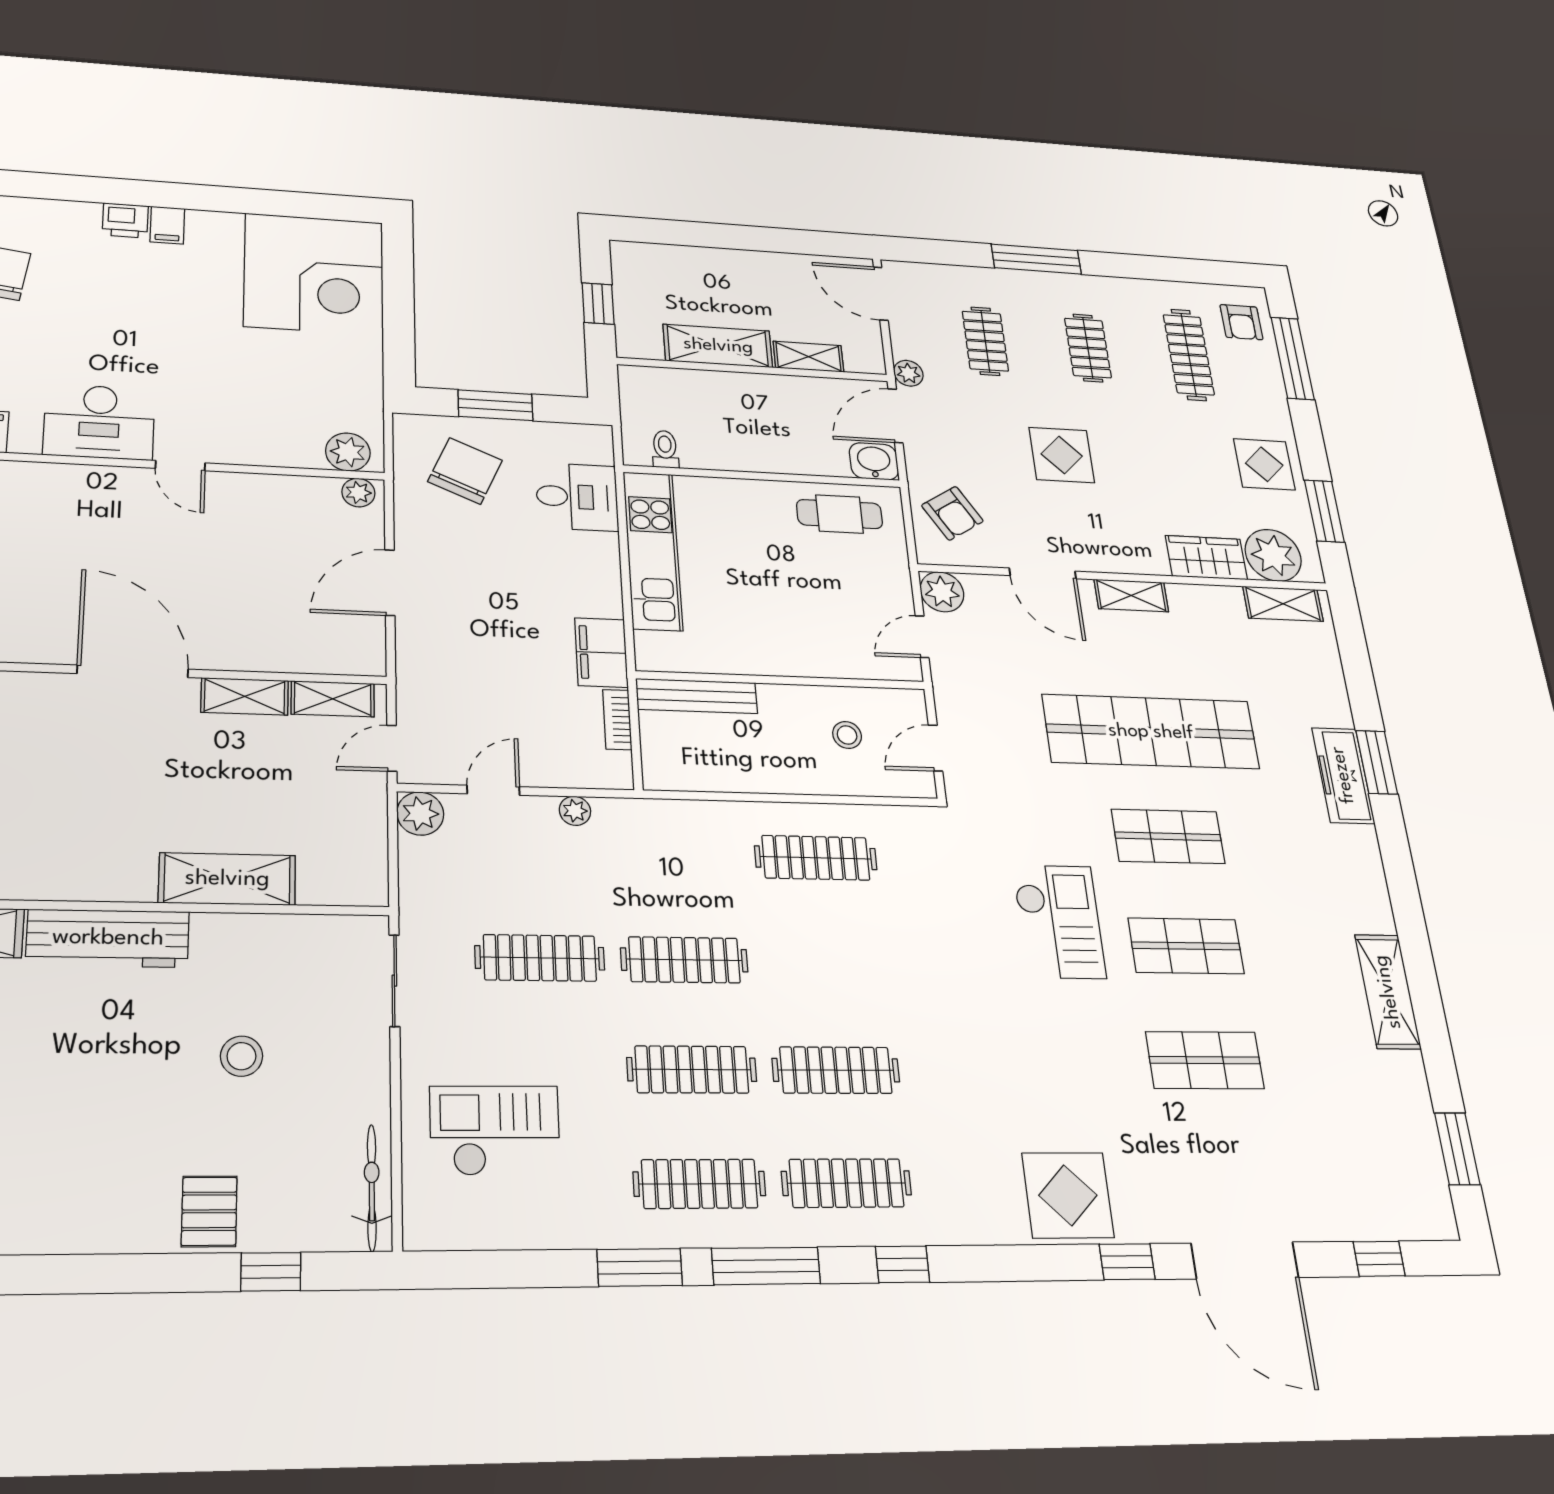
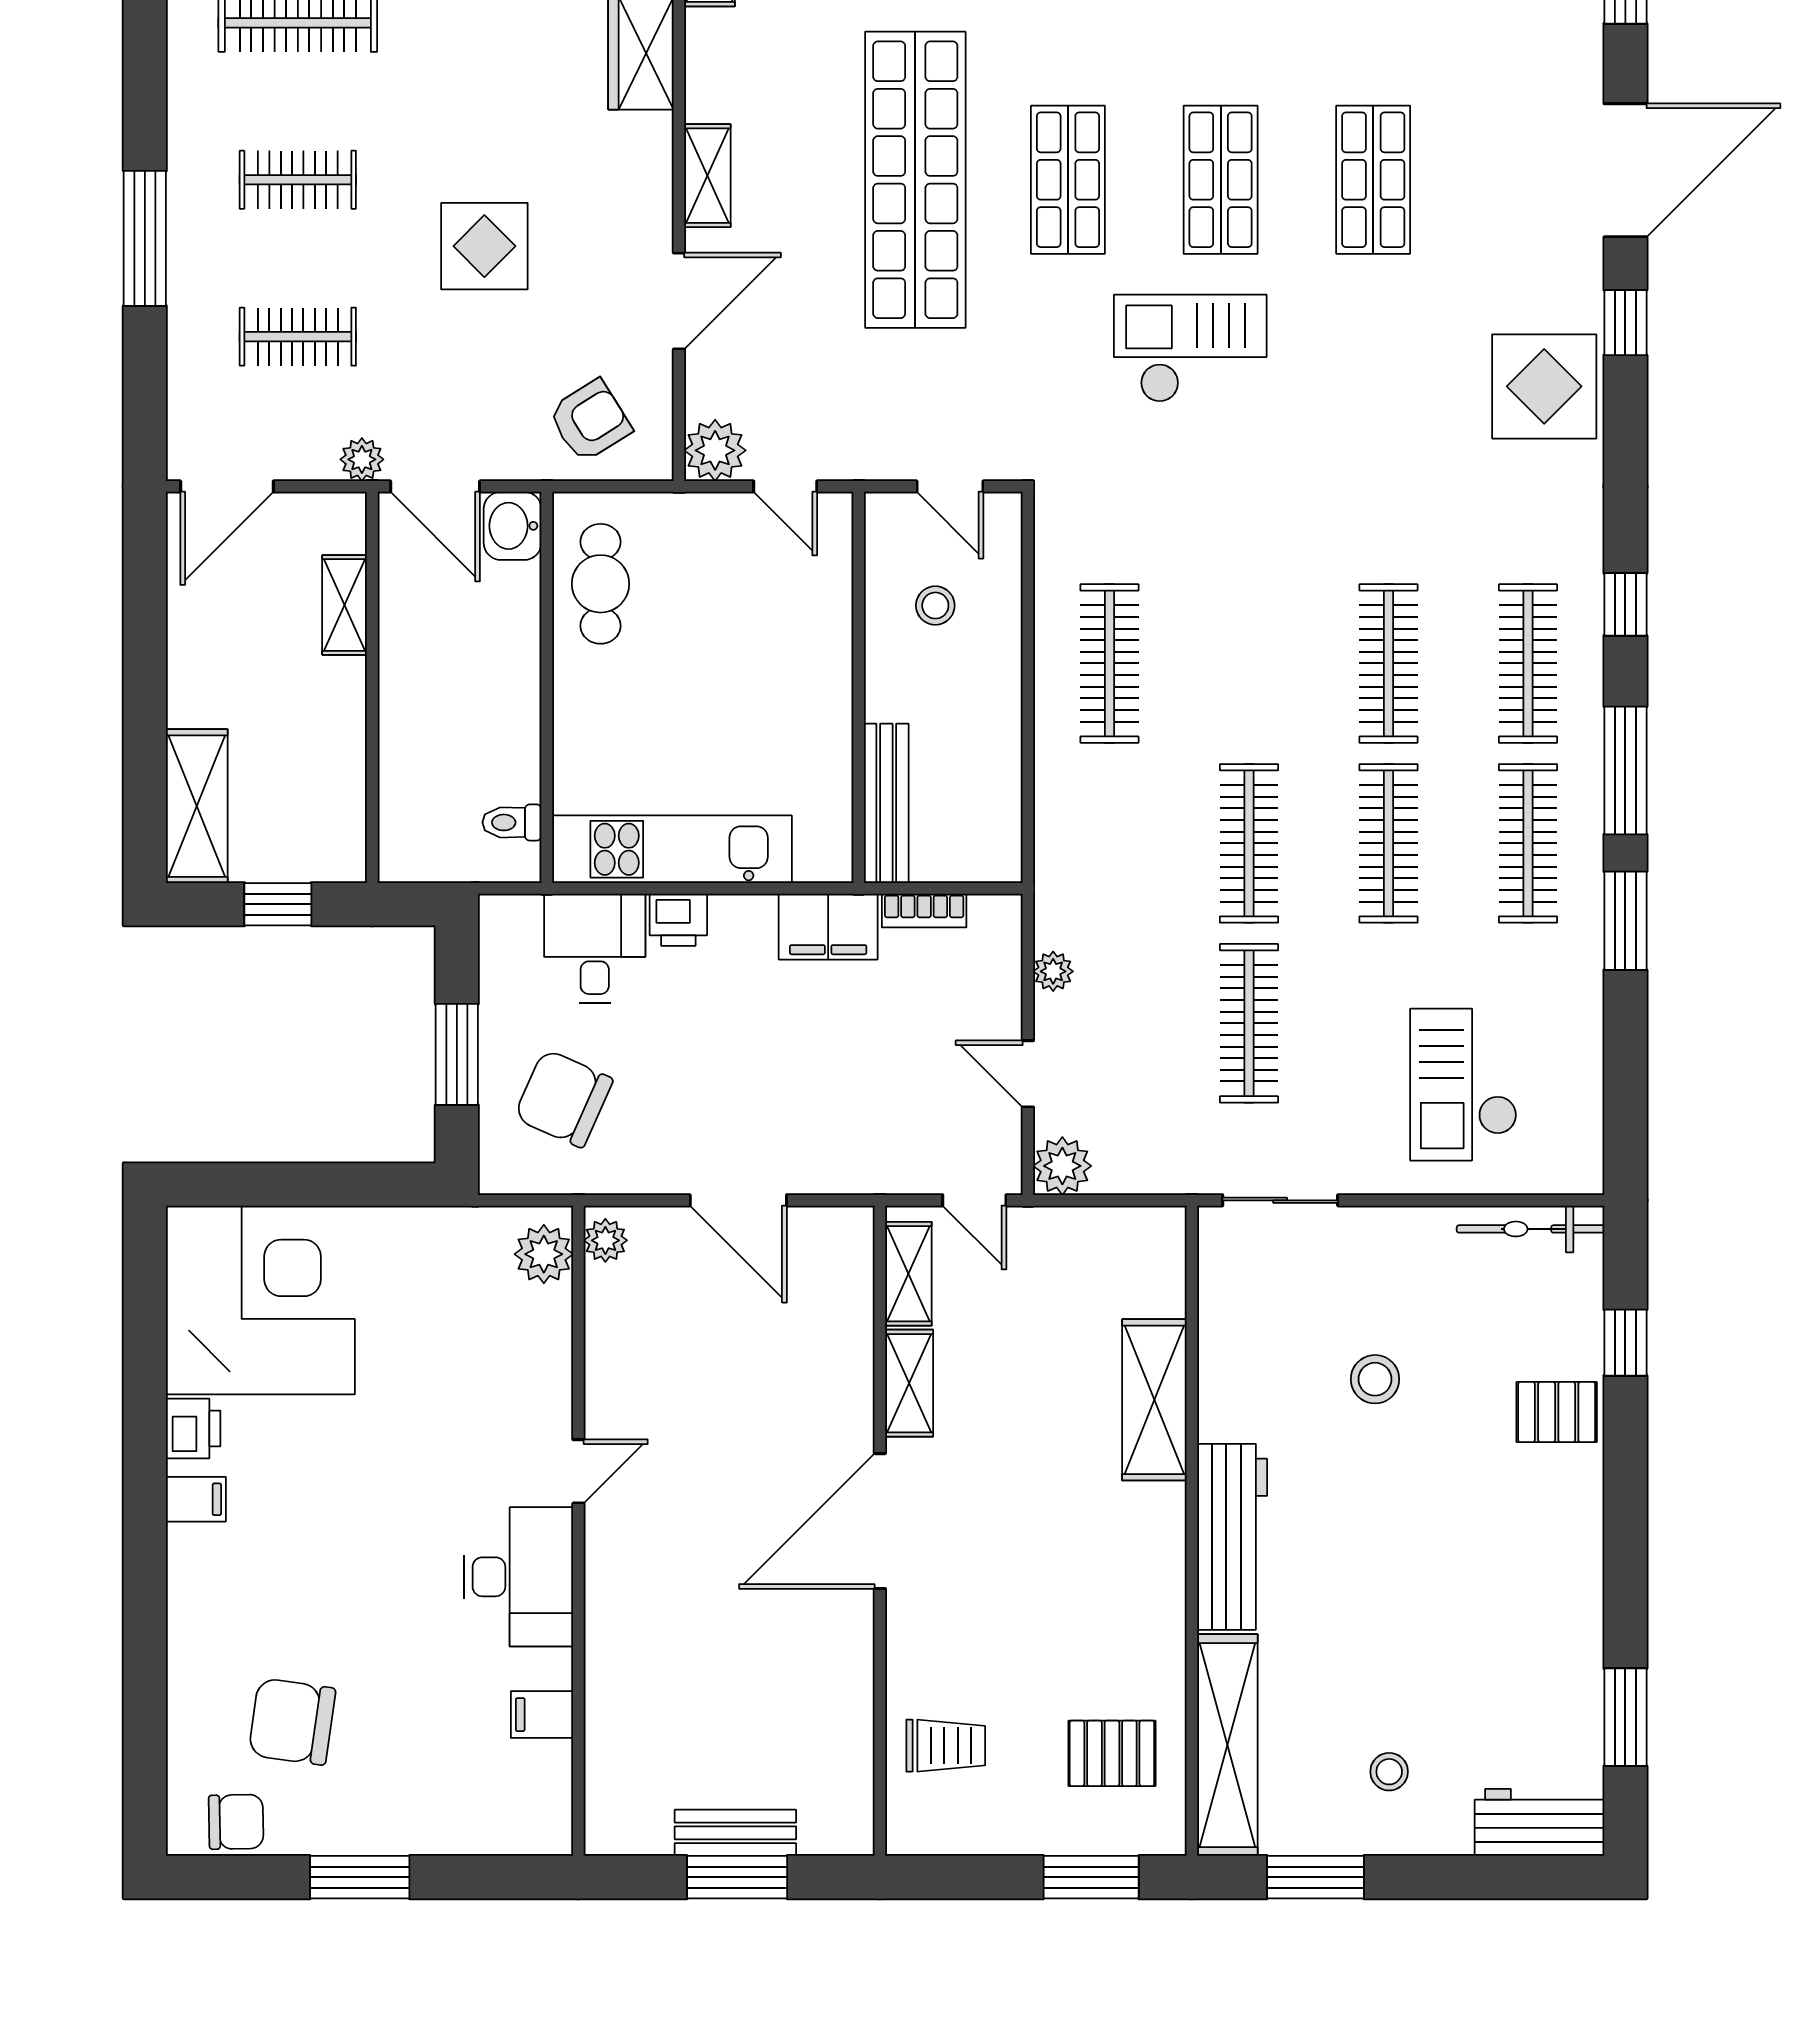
printer: (125, 220) -> (193, 1429), moved
shelving: (718, 346) -> (197, 806), moved
printer: (601, 552) -> (678, 920), added

